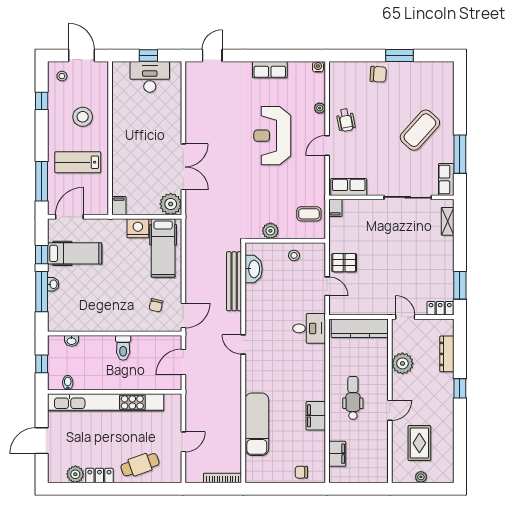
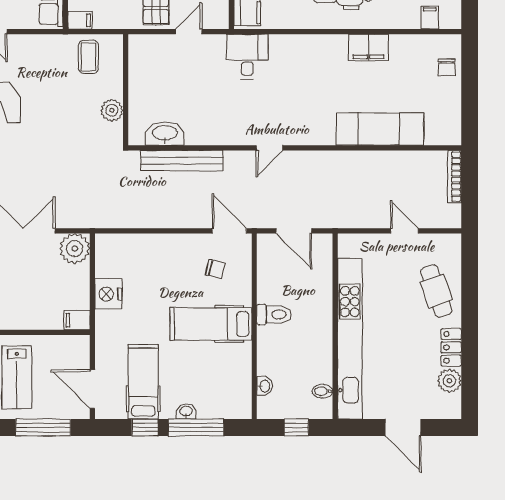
hospital bed: (163, 248) -> (211, 324), moved, turned 180
stool: (294, 255) -> (146, 77), removed
filing cabinet: (337, 454) -> (430, 18), width x0.50

